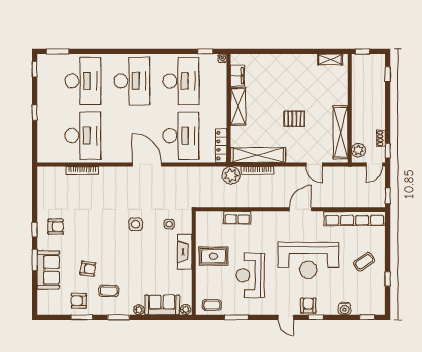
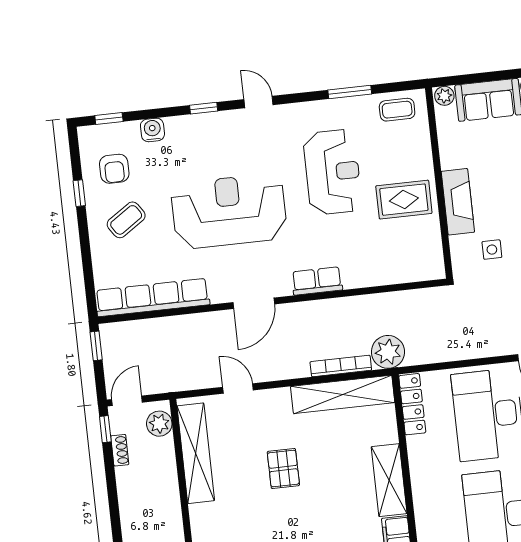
pallet: (294, 119) -> (283, 469), turned 90
row of seats: (237, 218) -> (317, 281), moved
armchair: (308, 305) -> (114, 169), moved

